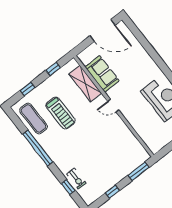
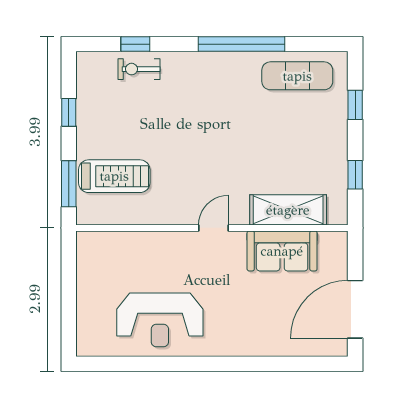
treadmill: (61, 113) -> (114, 176), moved, turned 180

